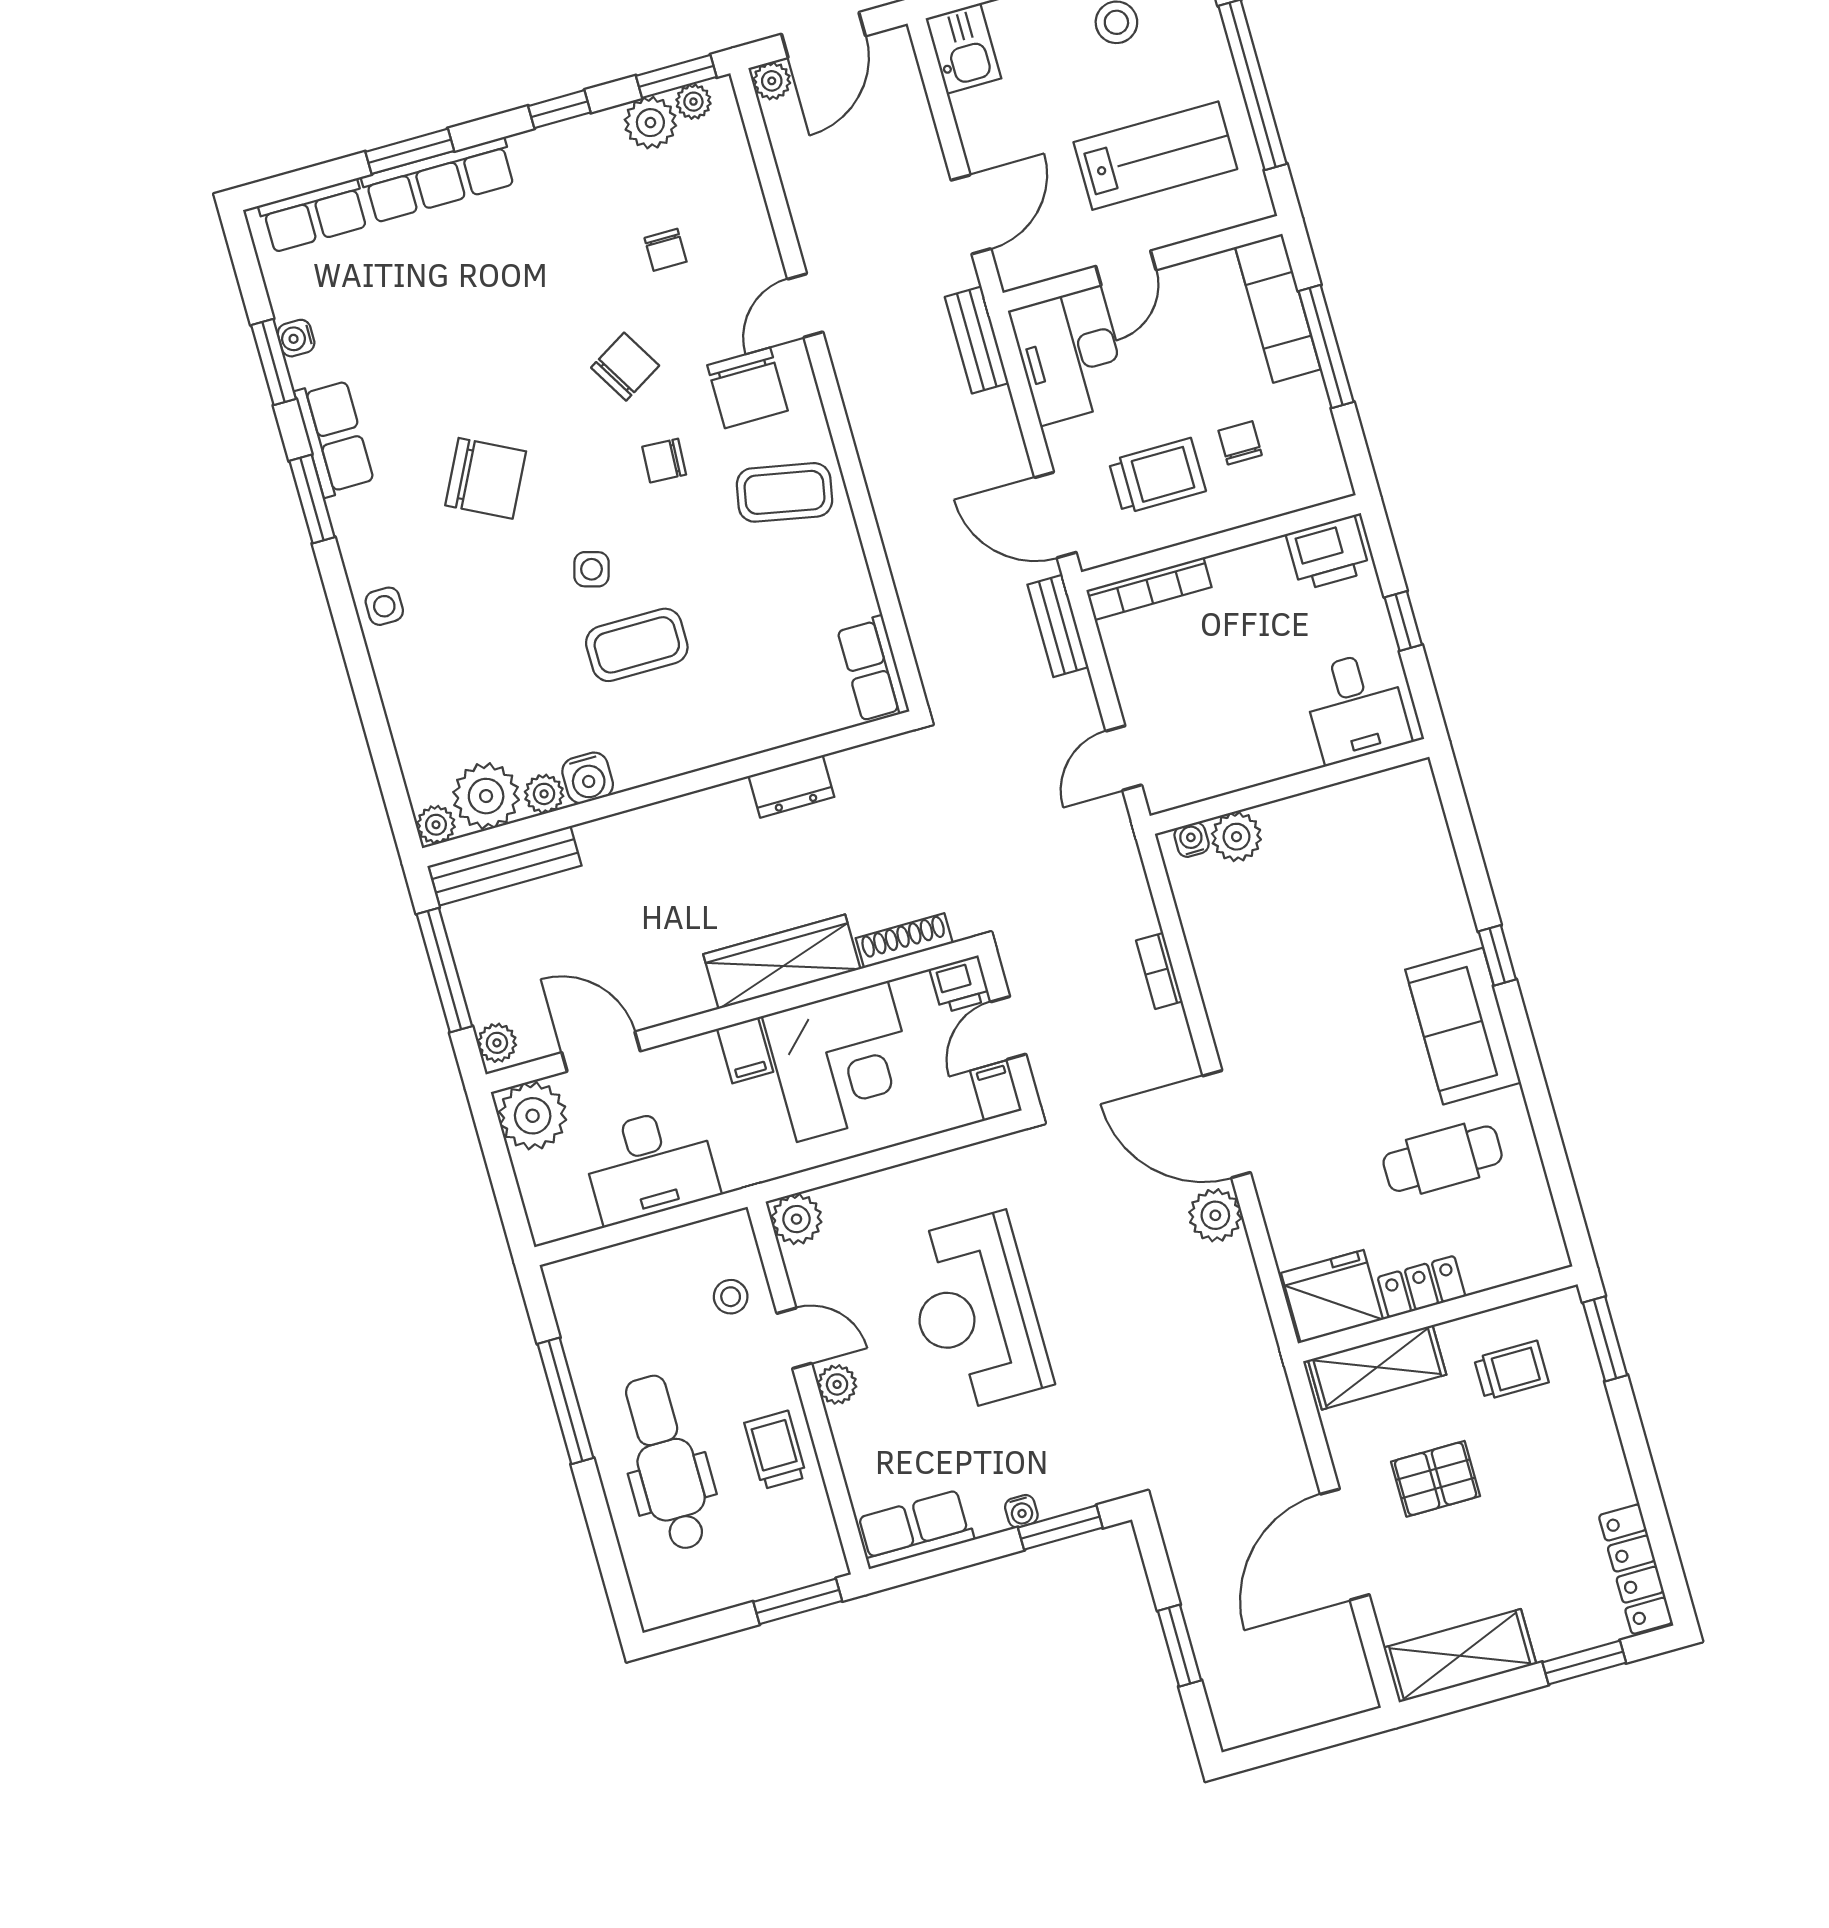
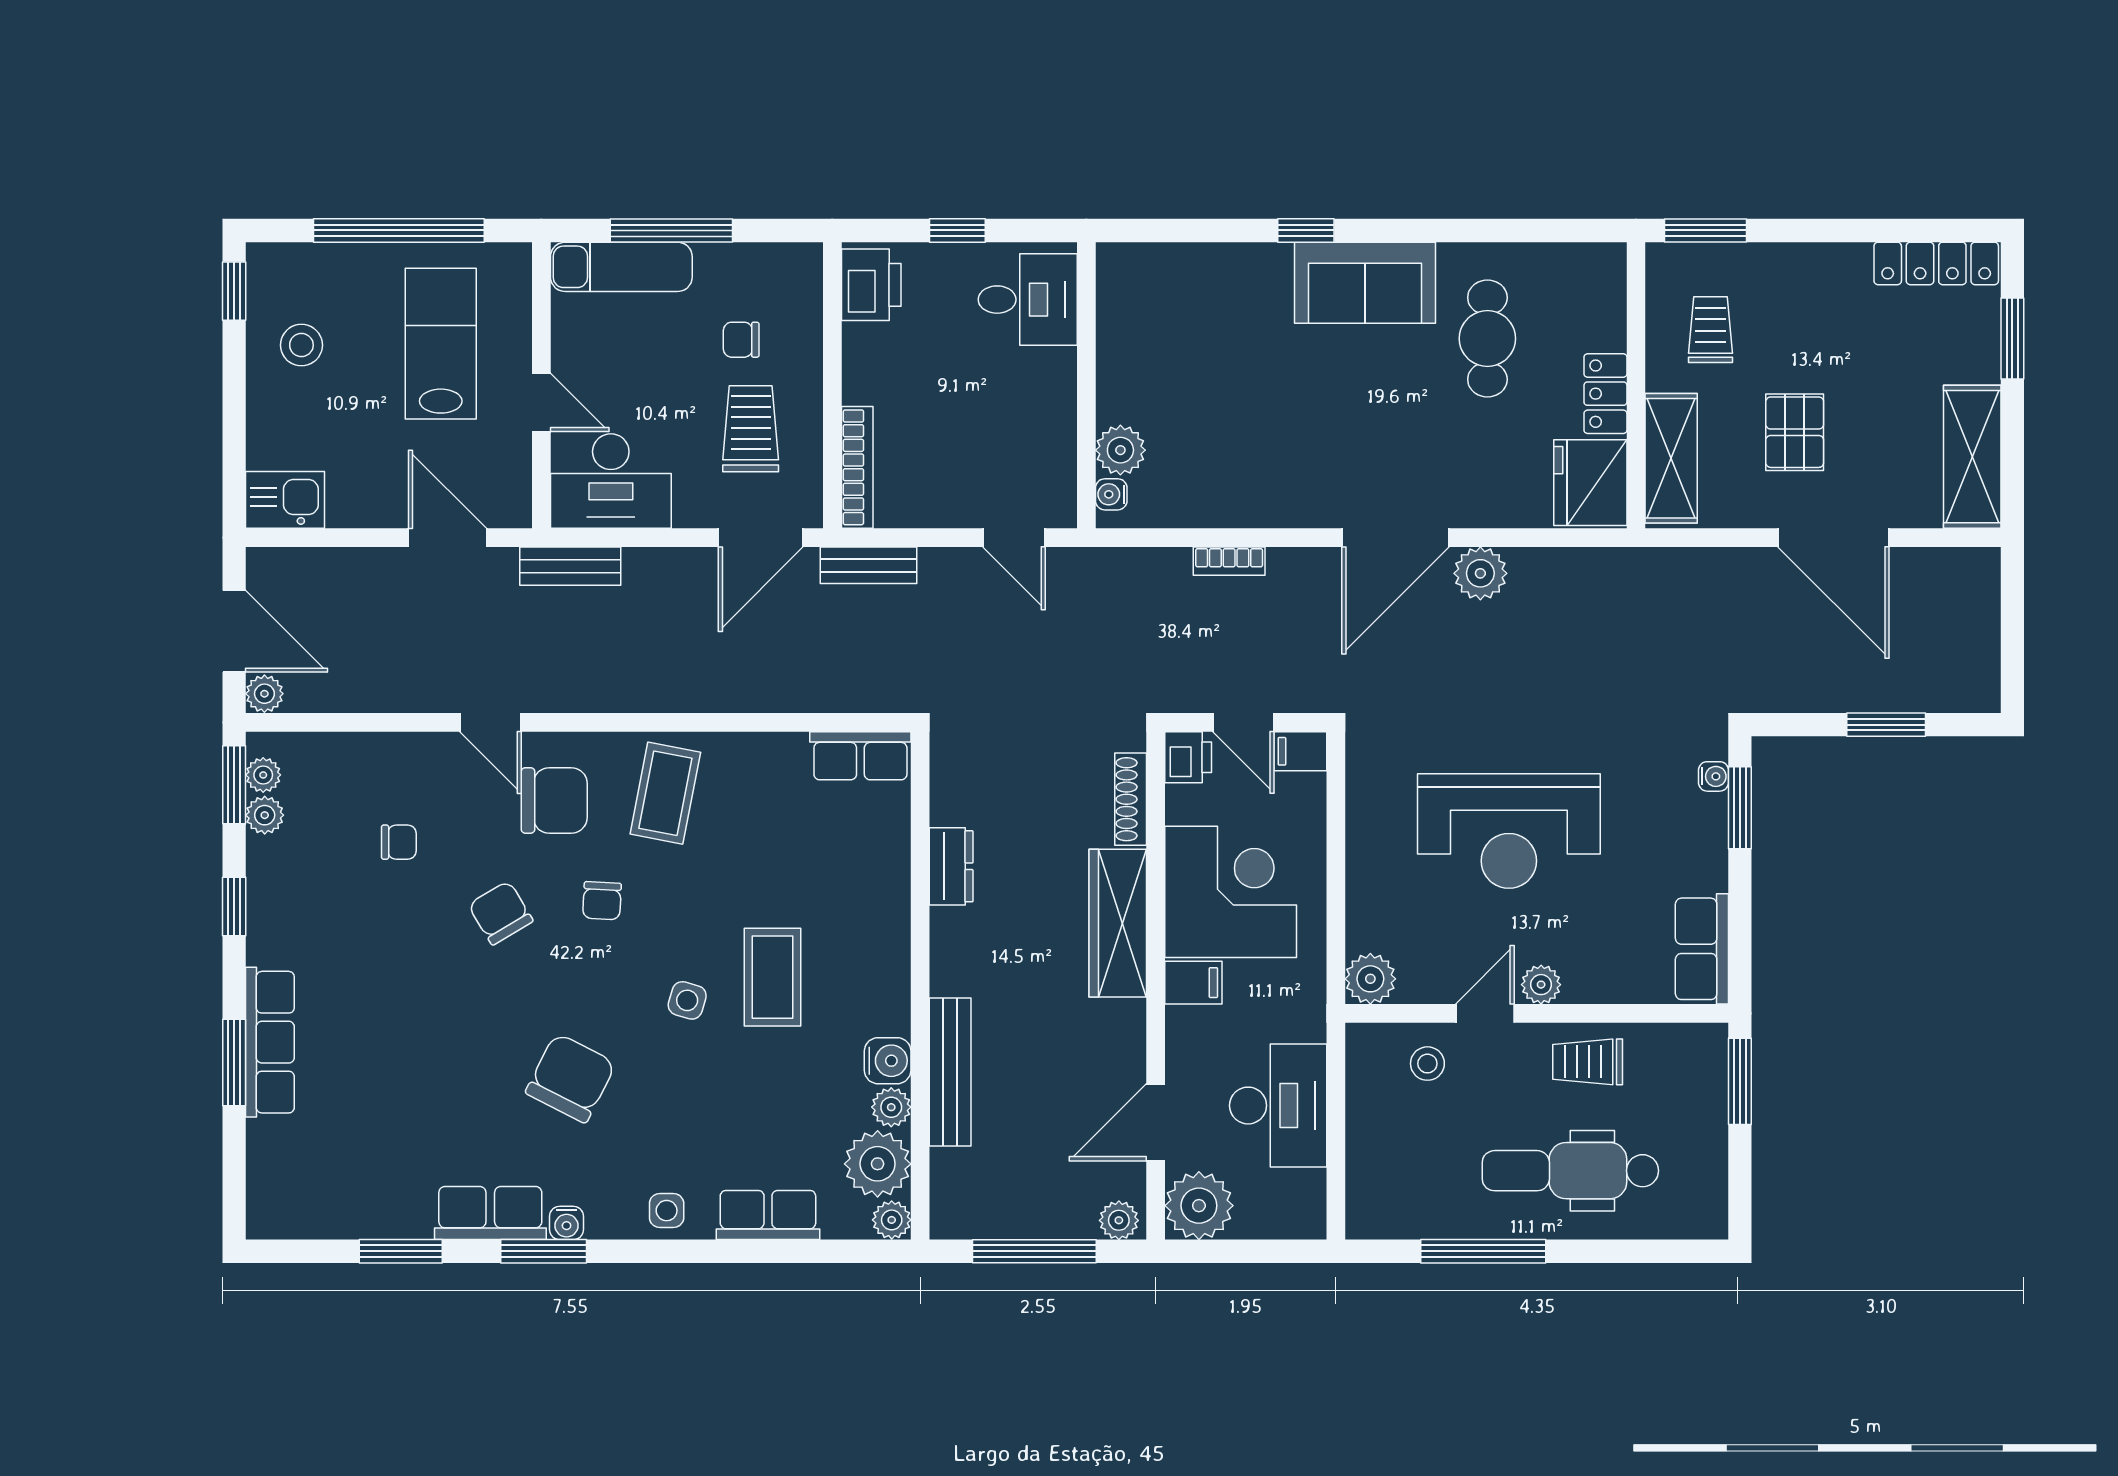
plant: (650, 123) -> (265, 815), width x0.73, depth x0.73
row of seats: (314, 216) -> (768, 1215), moved, turned -90
water cooler: (296, 338) -> (567, 1223), moved
bench: (505, 866) -> (950, 1072), moved
water cooler: (1021, 1511) -> (1713, 776), moved

